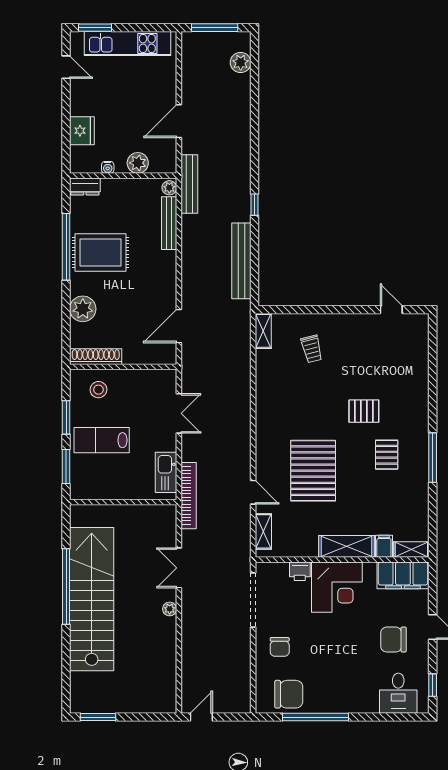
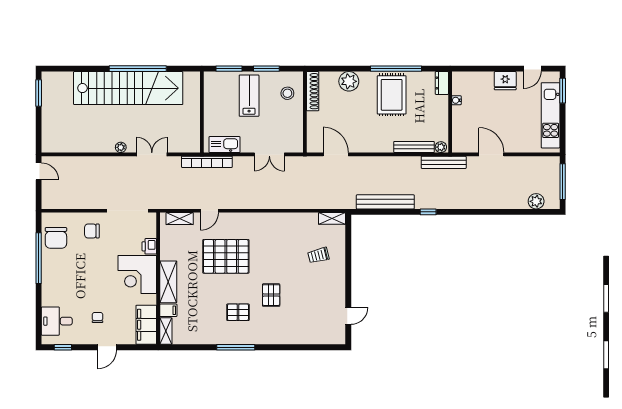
fridge: (82, 131) -> (505, 81), moved
plant: (138, 163) -> (460, 123), removed
chair: (393, 640) -> (97, 317), width x0.54, depth x0.54

